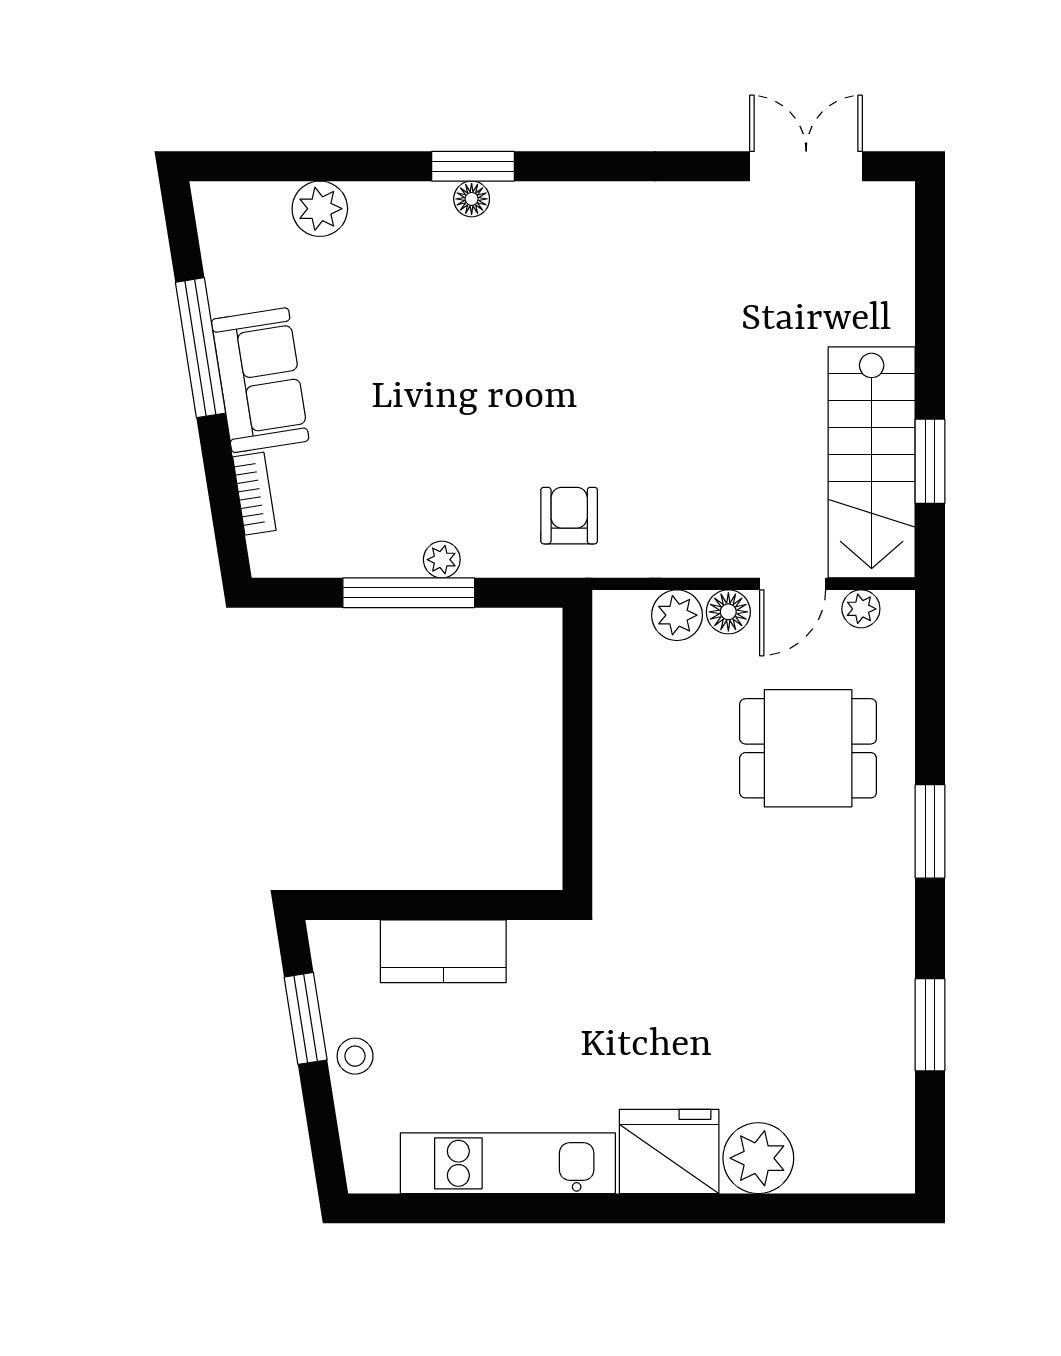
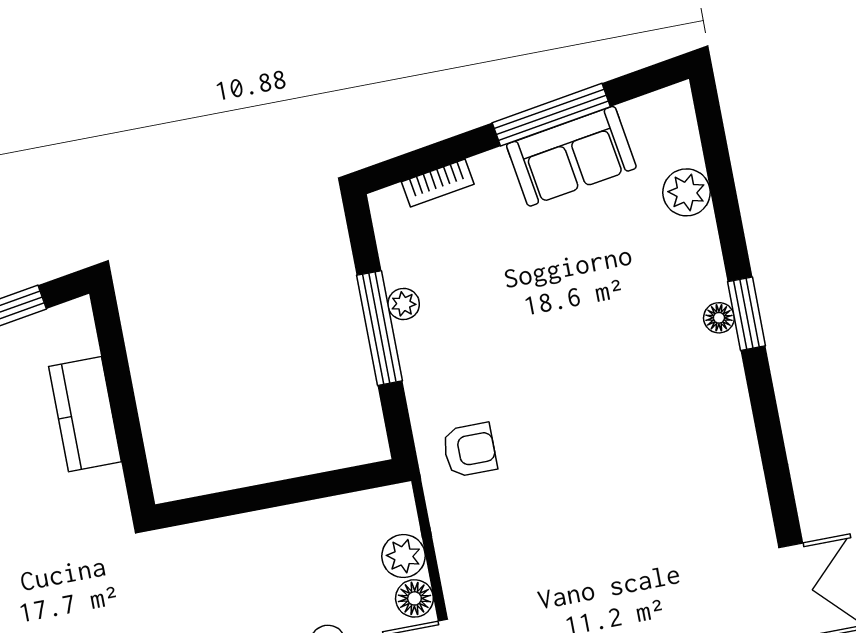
sofa: (260, 380) -> (571, 156), moved
plant: (442, 560) -> (404, 304), moved

